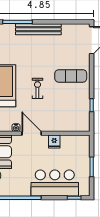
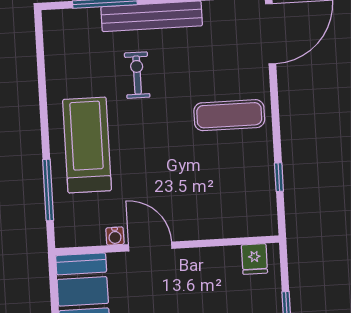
exercise bike: (37, 88) -> (137, 75), moved
fridge: (54, 142) -> (254, 259), moved

